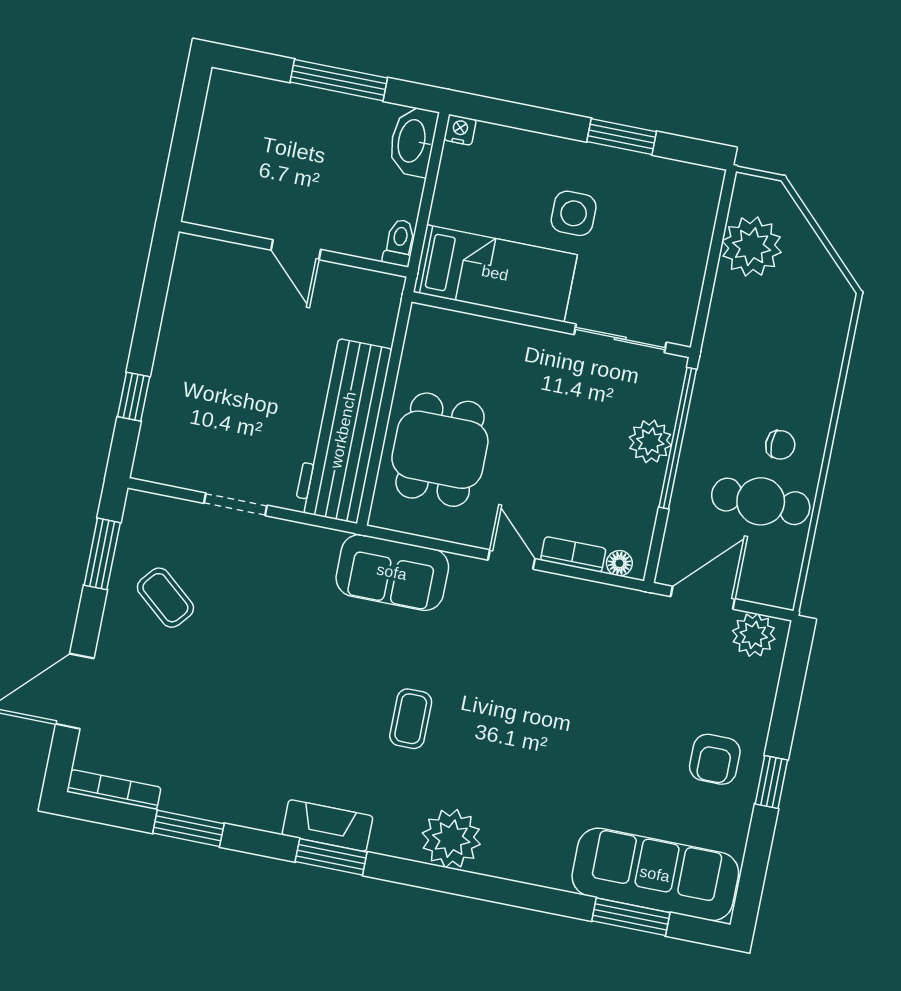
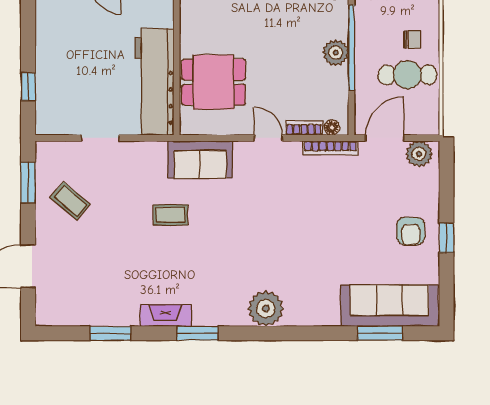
dining table: (440, 450) -> (214, 82), turned 90
coffee table: (411, 719) -> (171, 215), moved, turned 90
bookcase: (114, 790) -> (330, 148), moved, turned 180
fireplace: (327, 826) -> (166, 315), moved

